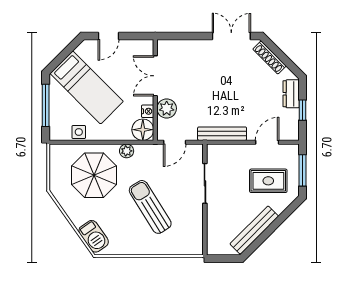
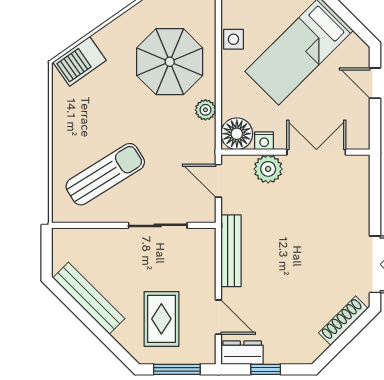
dresser: (291, 94) -> (242, 353), moved
sun lounger: (150, 207) -> (105, 174), moved

